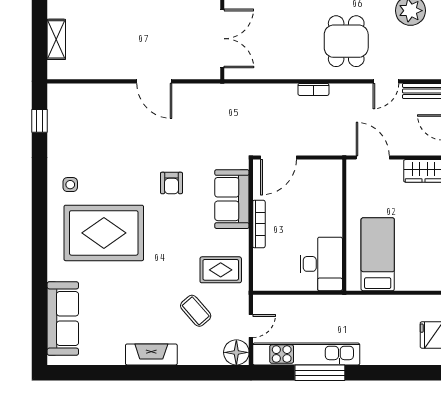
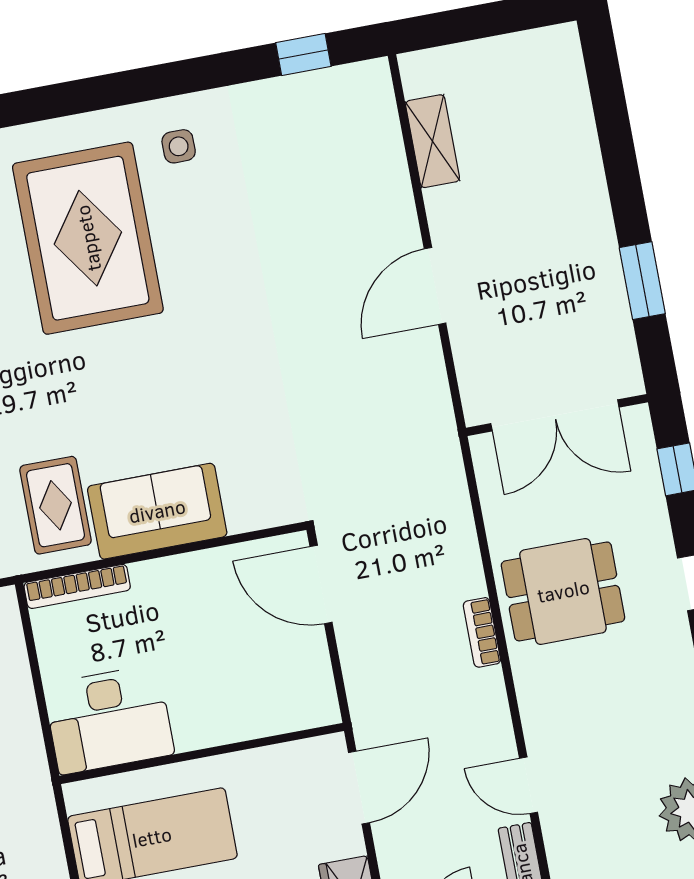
shelving: (56, 39) -> (433, 141), moved, turned 90
dining table: (346, 41) -> (563, 591), moved
armchair: (171, 183) -> (223, 364), removed
sofa: (232, 199) -> (157, 511), moved
bookcase: (259, 224) -> (77, 586), moved

